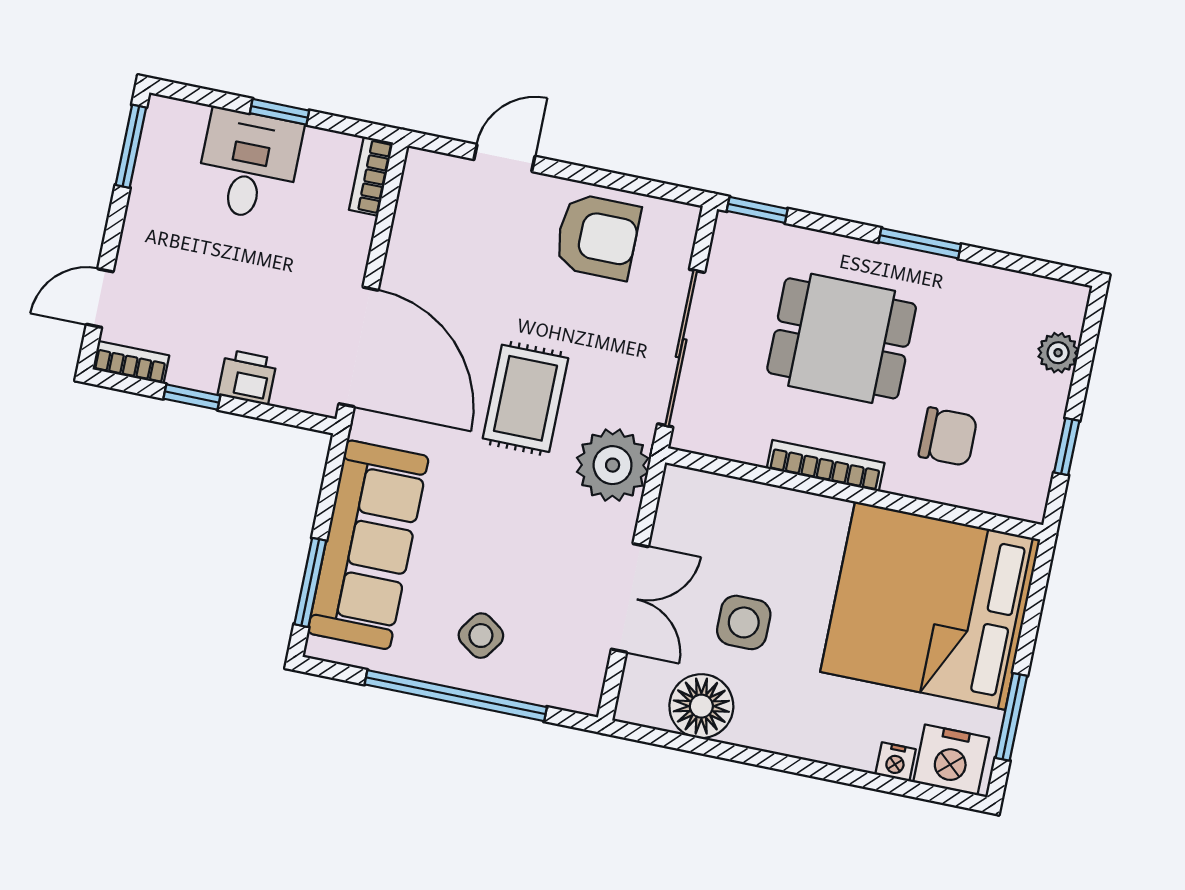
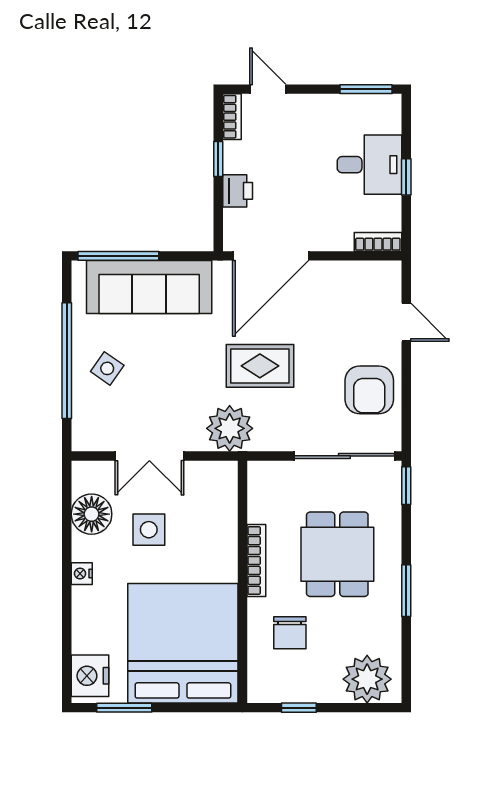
sliding door: (681, 348) -> (344, 456), moved
plant: (1058, 353) -> (367, 679), width x1.88, depth x1.88
window: (310, 582) -> (118, 256), width x1.44
nightstand: (896, 762) -> (82, 574), moved

